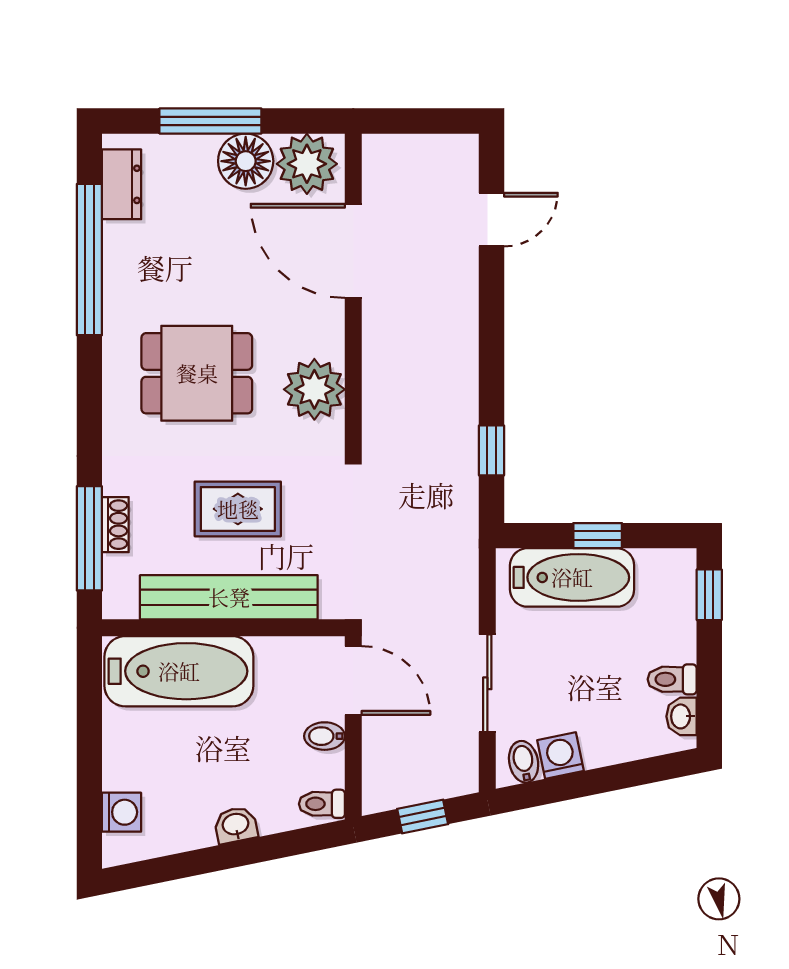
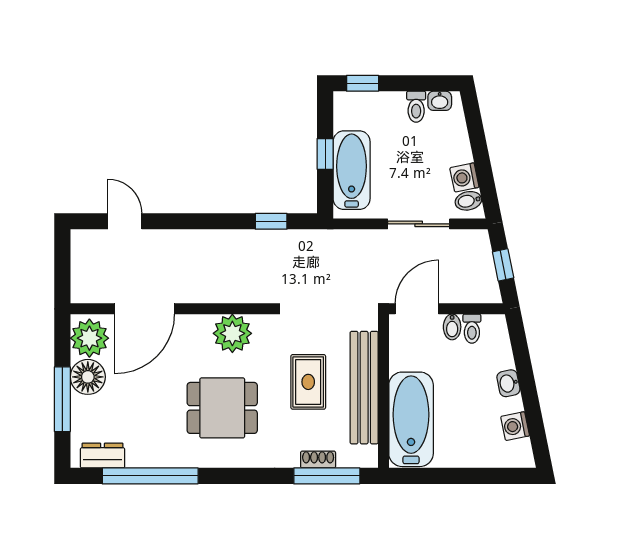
dining table: (197, 373) -> (222, 408), turned 90
toilet: (322, 804) -> (472, 329), moved
washing machine: (121, 812) -> (515, 426), moved, turned -101

